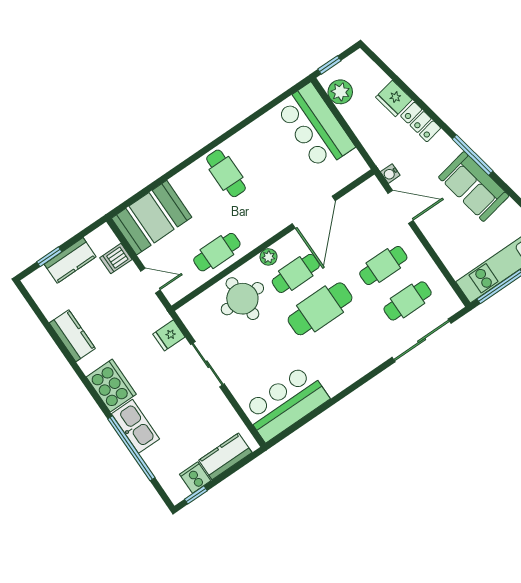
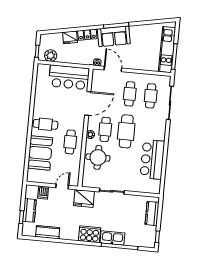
bar counter: (315, 127) -> (69, 77), moved
sofa: (474, 187) -> (114, 36), moved
door: (400, 207) -> (113, 69), hinge flipped
door: (314, 212) -> (88, 103), hinge flipped
booth: (152, 218) -> (40, 153), moved
cafe table: (217, 252) -> (70, 142), moved
fridge: (169, 335) -> (84, 198), width x1.88, depth x1.34
kitchen counter: (72, 336) -> (48, 232), moved
bar counter: (286, 403) -> (152, 159), moved
cooker: (195, 478) -> (151, 232), removed

